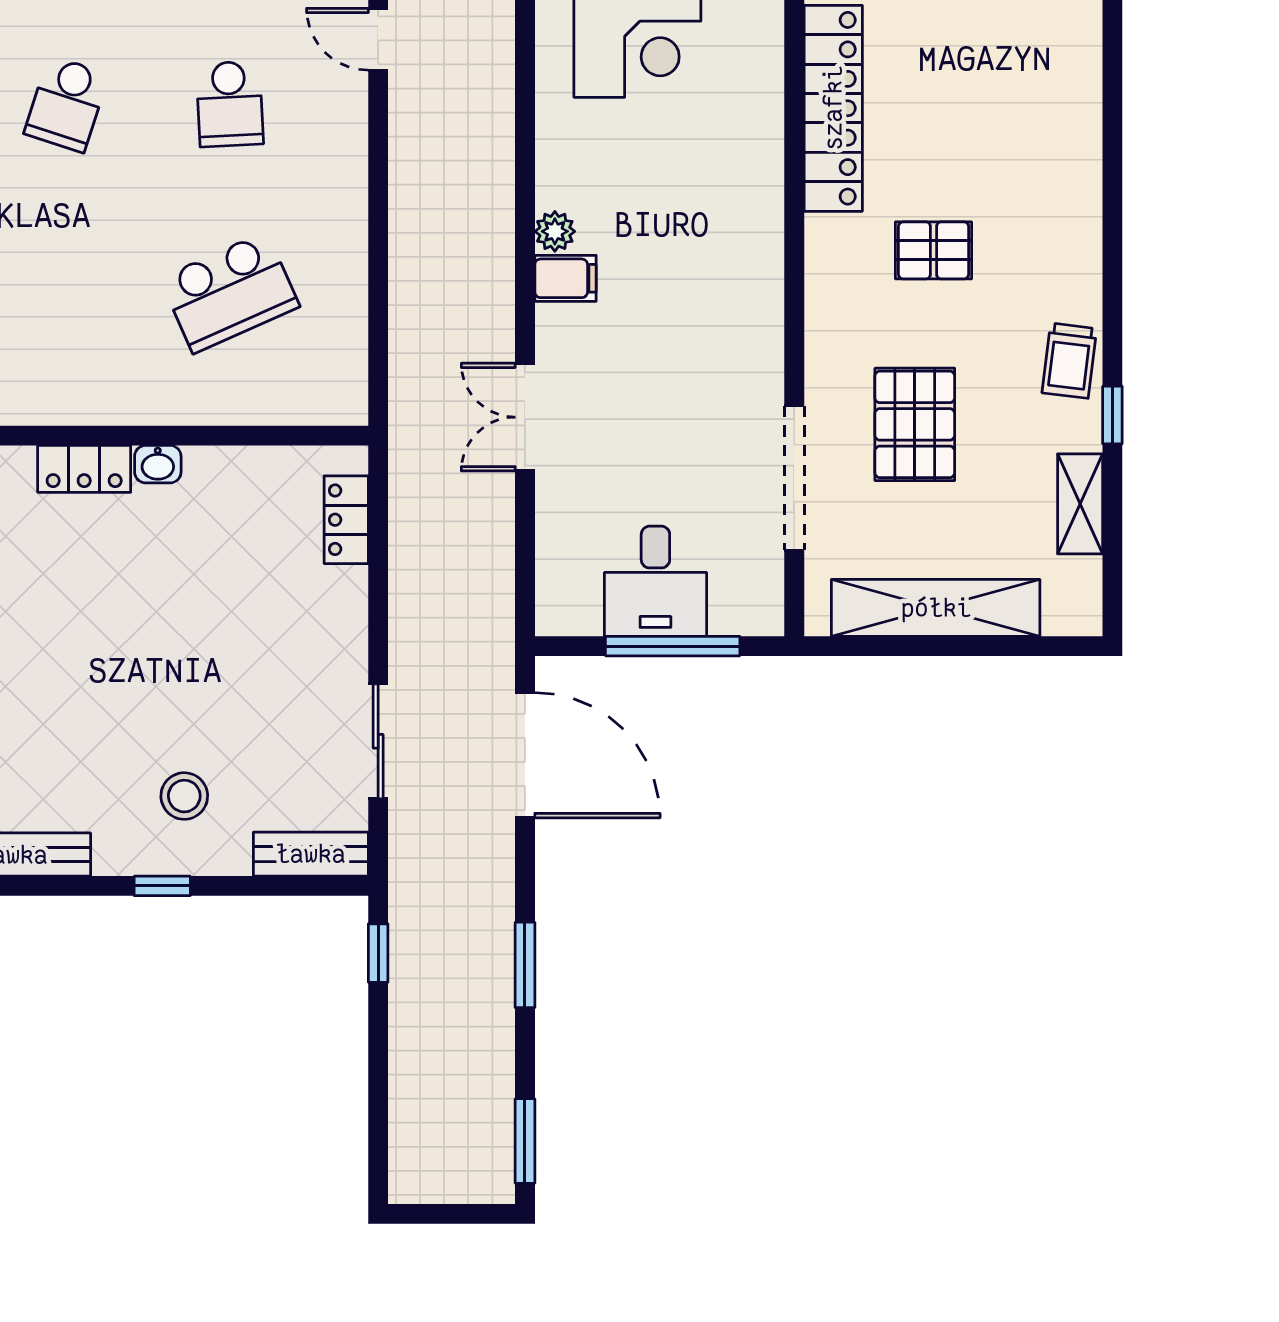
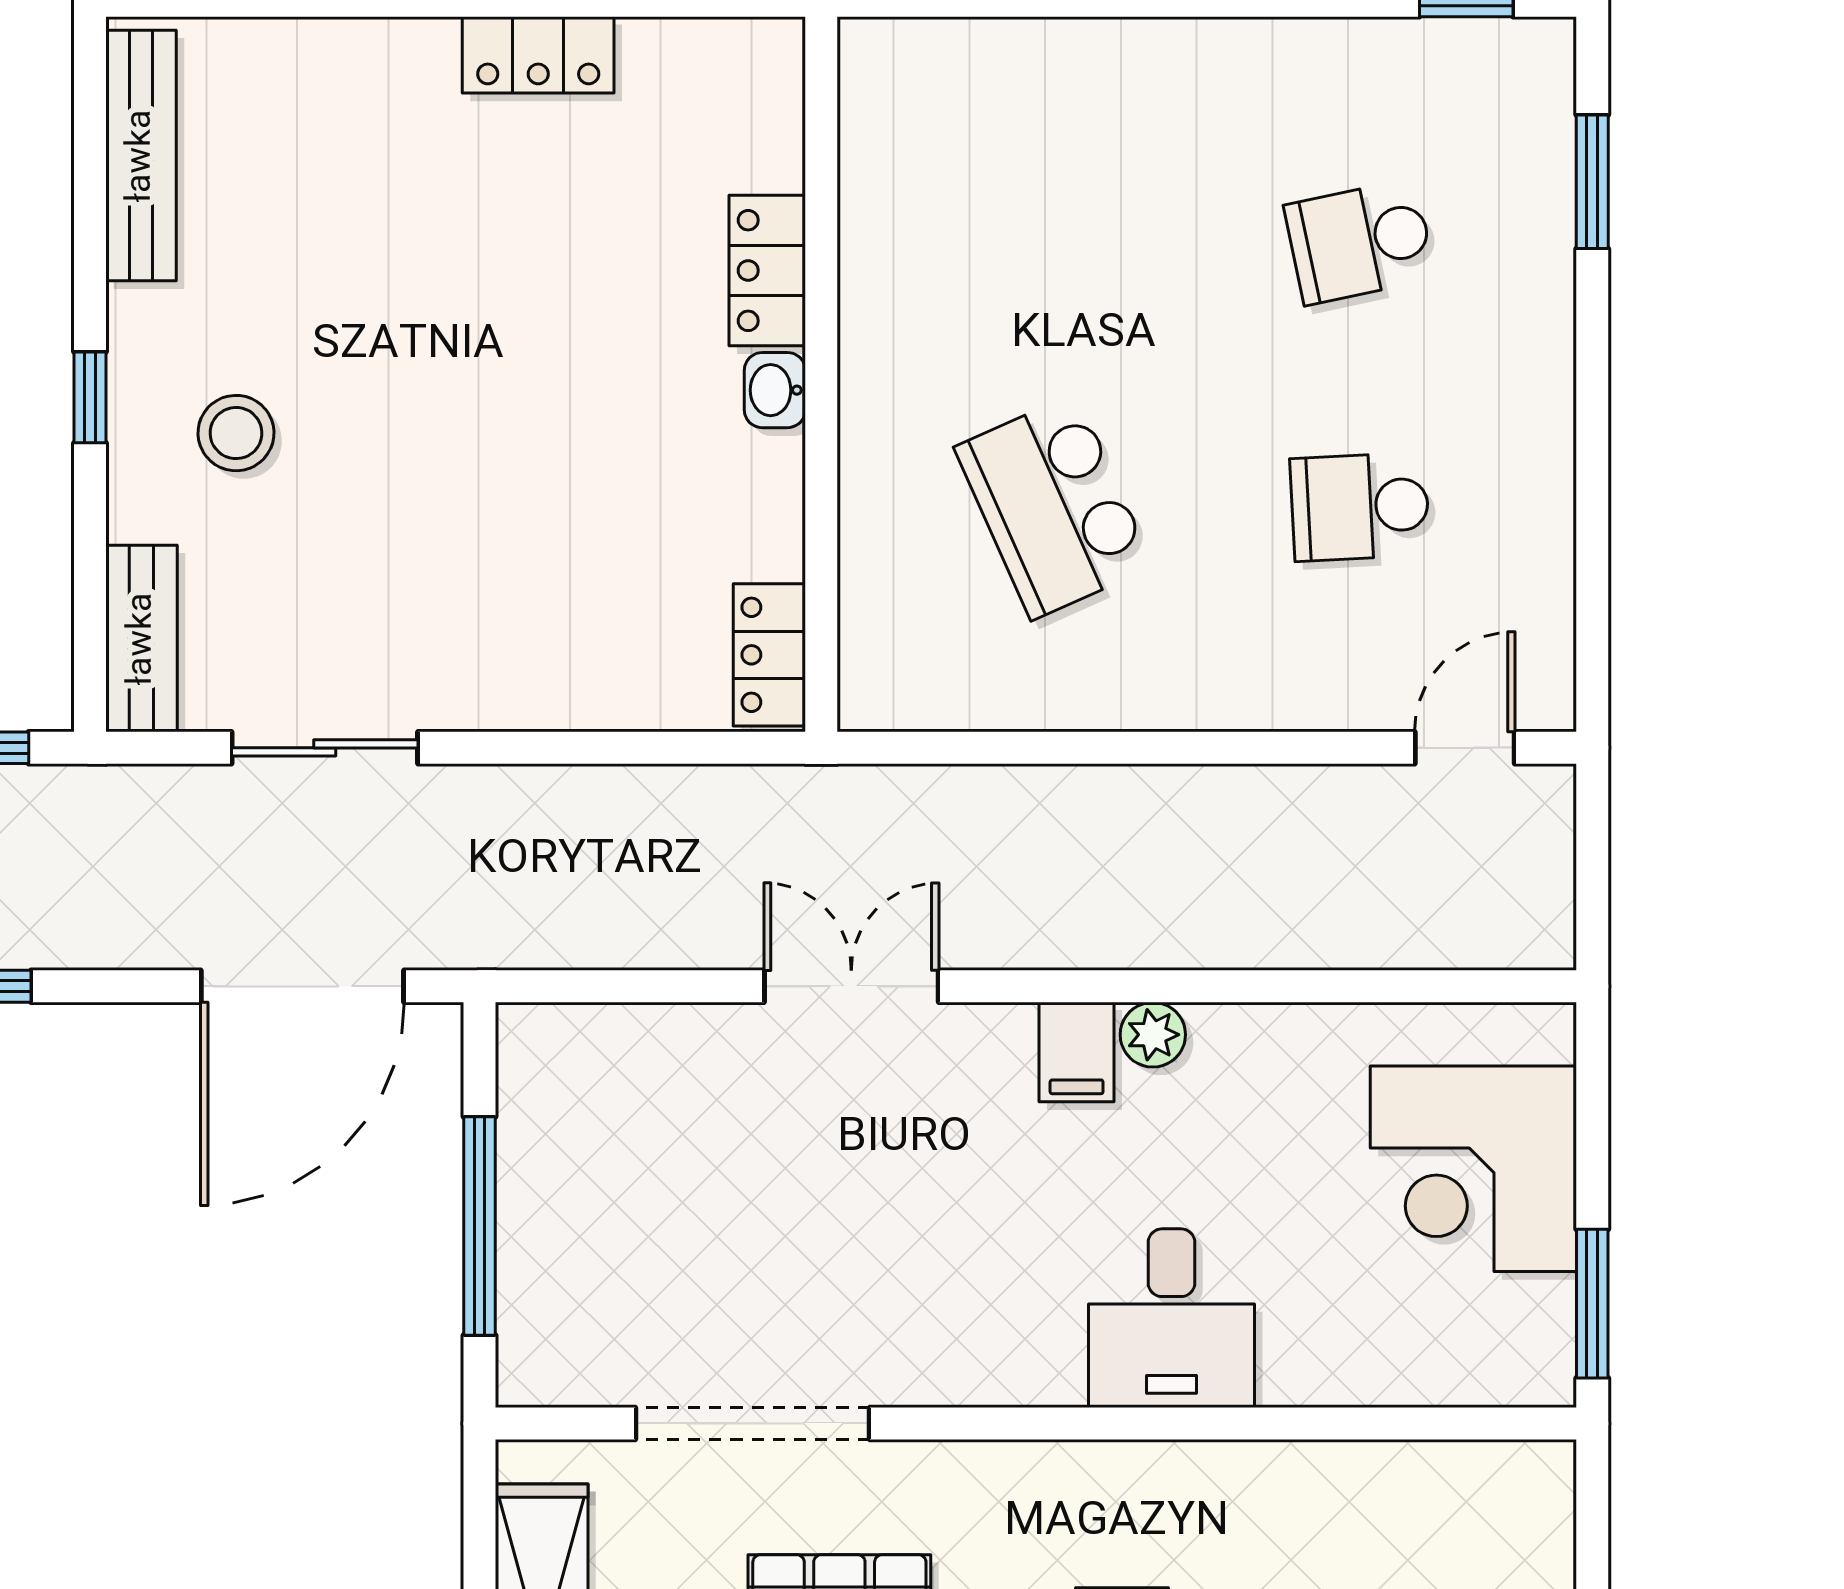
school desk: (66, 104) -> (1360, 242), turned -30
locker: (833, 108) -> (1353, 1487), removed
locker: (346, 520) -> (769, 655), moved, turned -90
desk: (655, 581) -> (1171, 1318), moved, turned -90

